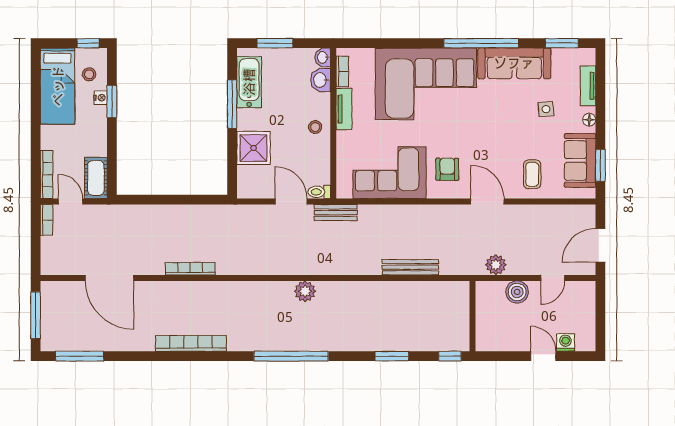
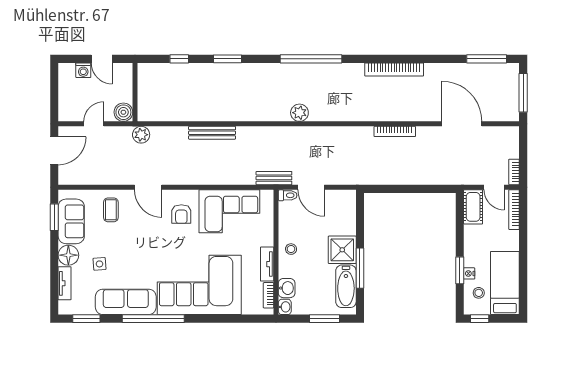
floor lamp: (589, 120) -> (68, 255), width x1.89, depth x1.89
shower: (254, 148) -> (342, 250), moved
wall: (473, 316) -> (135, 92), moved

